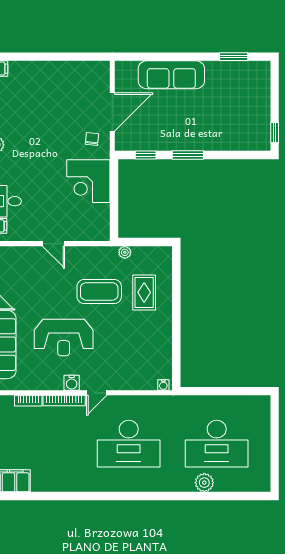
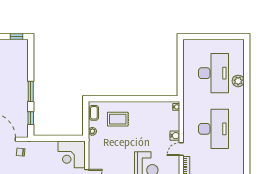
corner desk: (88, 181) -> (72, 154), moved, turned 90
coffee table: (99, 291) -> (94, 113), moved, width x0.54, depth x0.58
water cooler: (72, 383) -> (175, 136), moved
door: (97, 393) -> (181, 149), swing flipped

